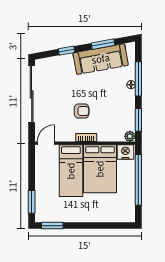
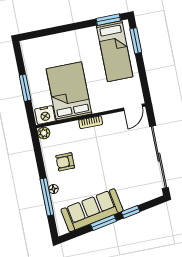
window: (103, 44) -> (104, 223), moved
armchair: (82, 111) -> (65, 162), moved
window: (138, 120) -> (38, 152), removed
bed: (71, 171) -> (115, 51), moved, turned 180
window: (138, 180) -> (25, 88), width x0.47

